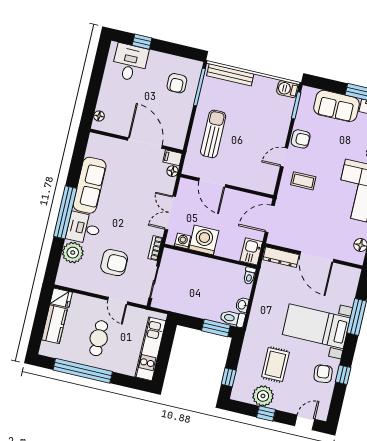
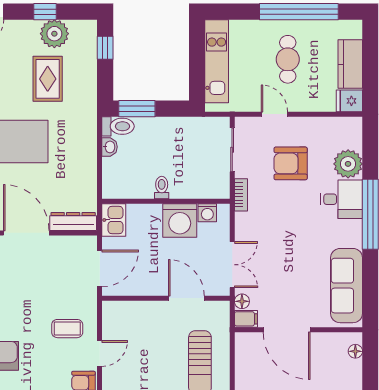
sofa: (90, 185) -> (347, 286), moved
double door: (170, 213) -> (232, 265), moved
toilet: (249, 276) -> (162, 187), moved

